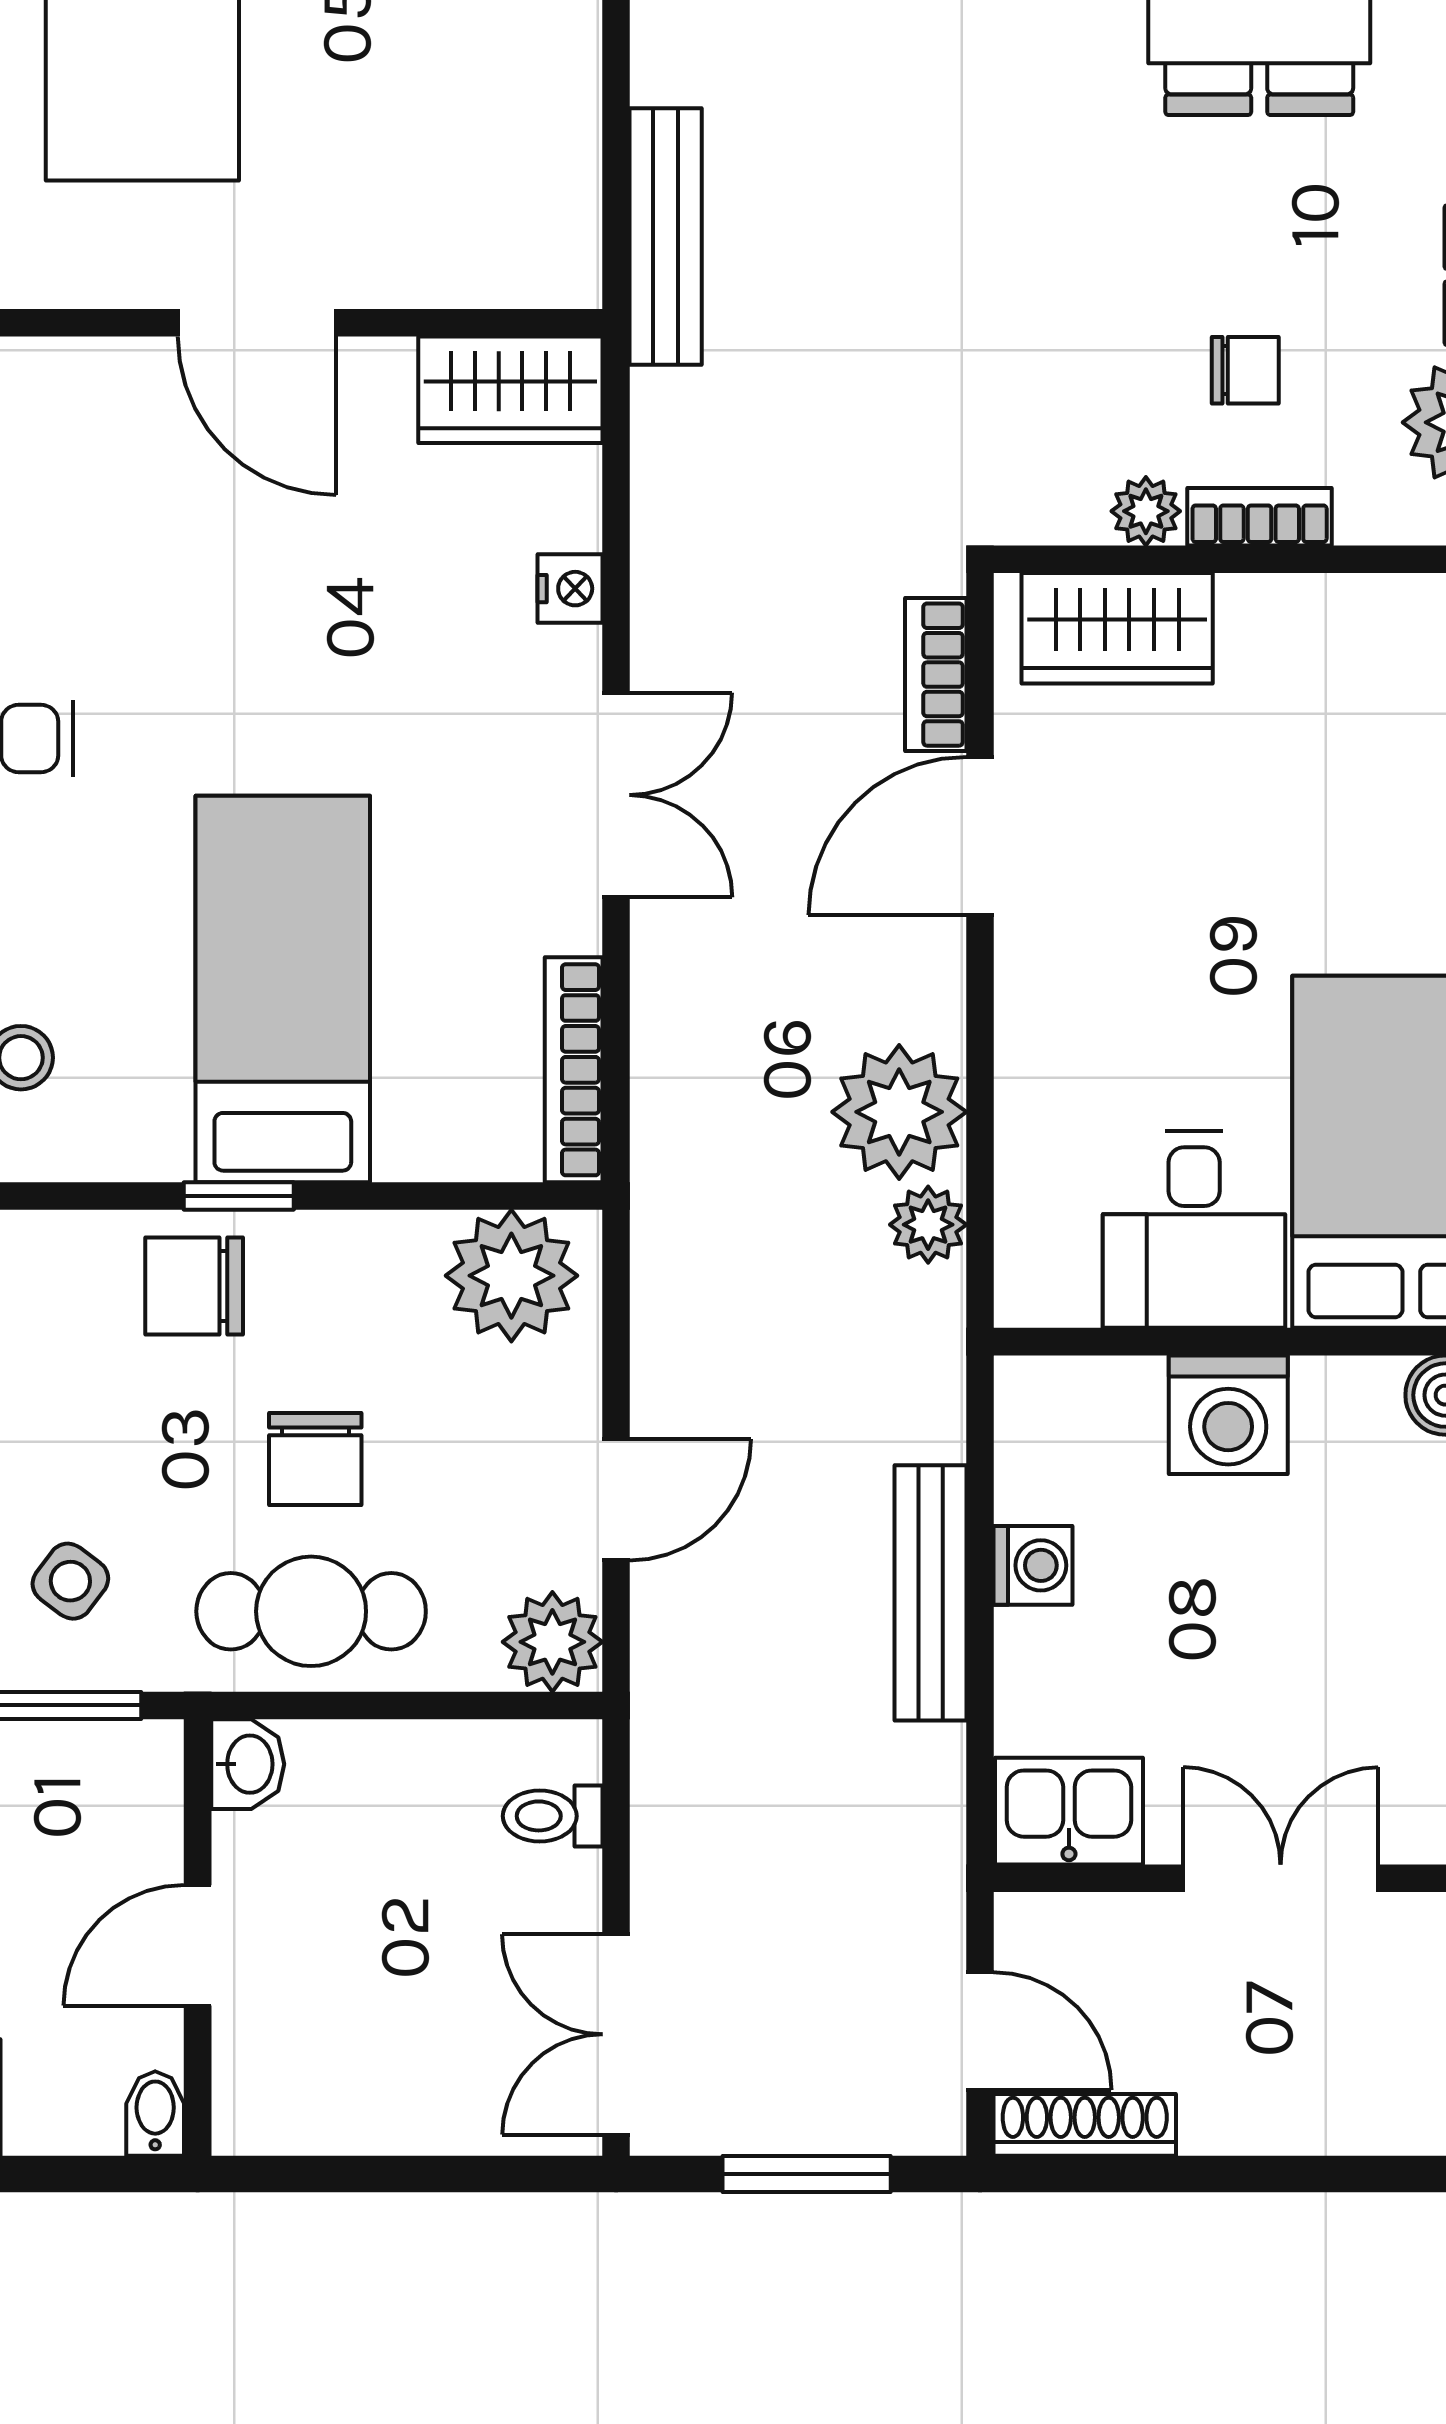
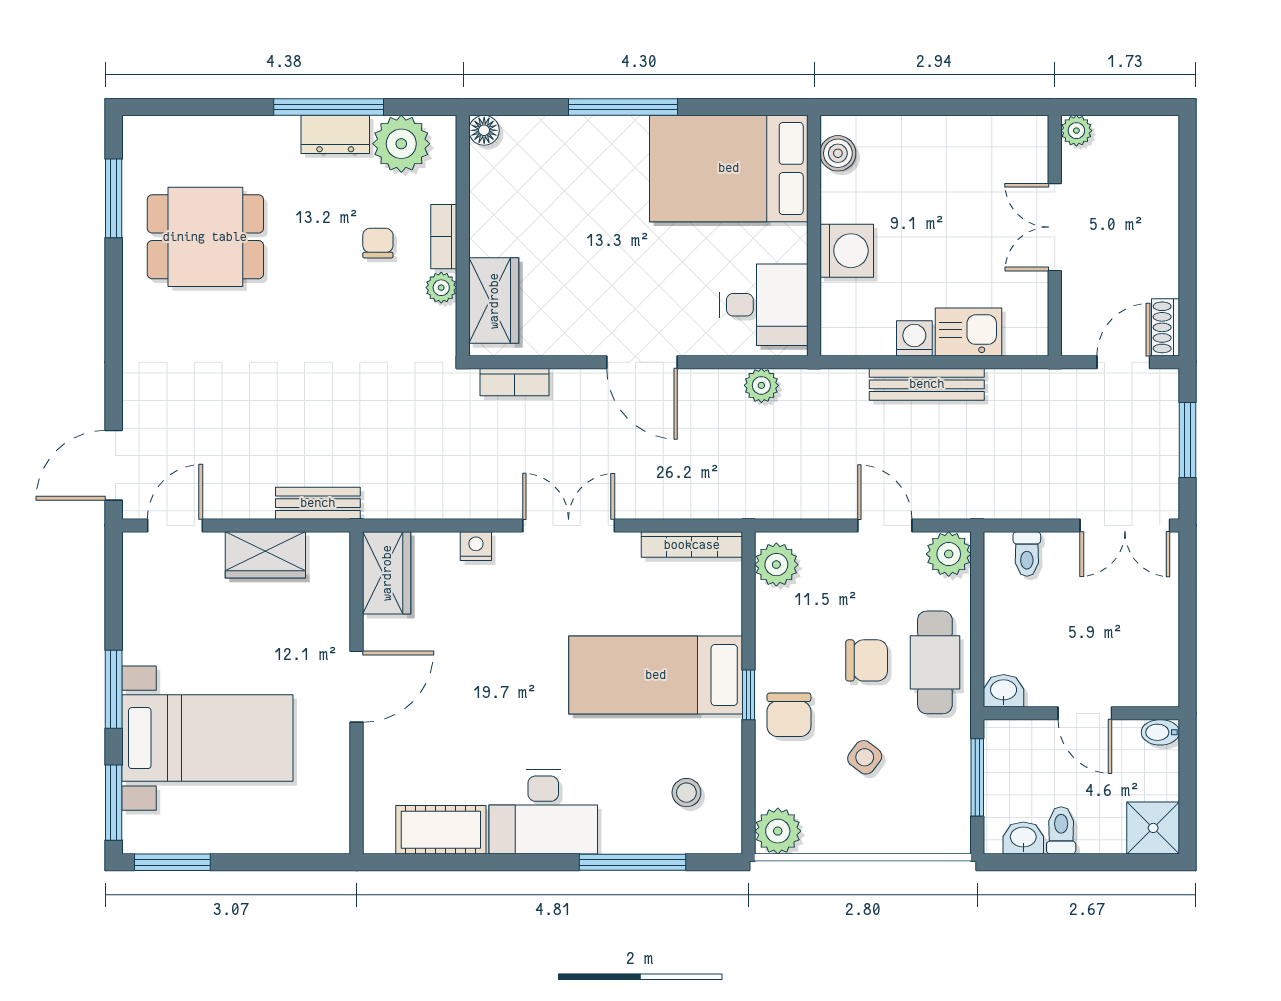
wardrobe: (551, 120) -> (265, 555), added
bench: (666, 236) -> (318, 503), width x0.73
door: (980, 836) -> (642, 362), moved
plant: (899, 1112) -> (711, 398), removed
desk: (1194, 1230) -> (764, 305), moved
plant: (511, 1276) -> (776, 565), width x0.73, depth x0.73
side table: (70, 1581) -> (865, 757), moved
kitchen sink: (1069, 1811) -> (968, 332), moved, turned 90
shoe rack: (1085, 2125) -> (1165, 327), width x0.70

